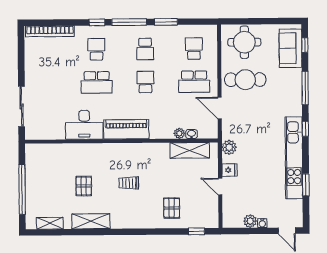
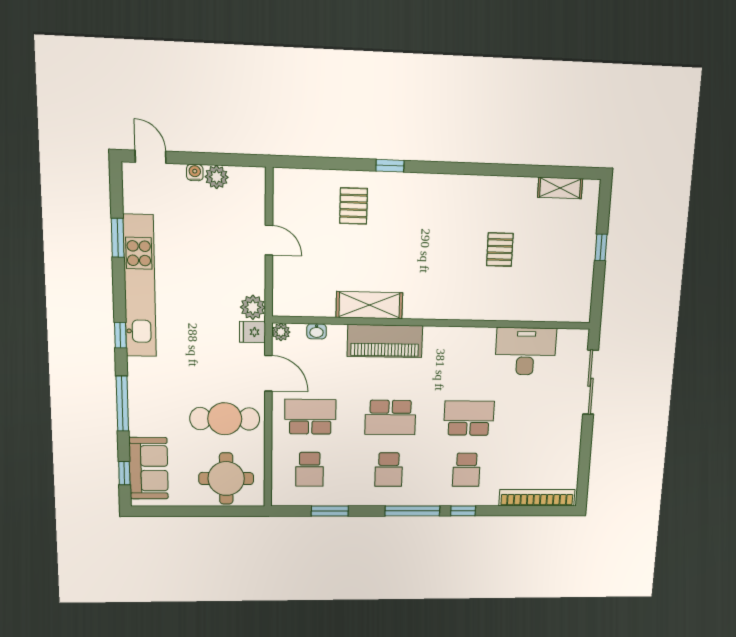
window: (166, 22) -> (330, 511), moved
school desk: (145, 49) -> (389, 470), turned 180
school desk: (145, 82) -> (390, 417), width x1.85
desk: (84, 125) -> (526, 351), moved
piano: (126, 129) -> (385, 341), moved
plant: (179, 133) -> (281, 332), moved
shelving: (190, 150) -> (369, 305), moved
fridge: (229, 170) -> (252, 332), moved
trolley: (129, 183) -> (425, 252), removed
window: (22, 189) -> (601, 247), width x0.32
shelving: (91, 221) -> (492, 188), removed
window: (196, 231) -> (390, 166), moved

